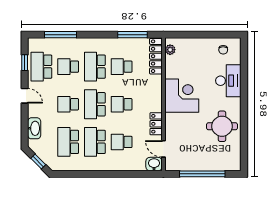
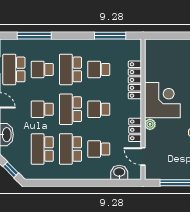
plant: (170, 50) -> (150, 124), moved
locker: (156, 56) -> (135, 80), moved
washbasin: (154, 164) -> (119, 172), moved

